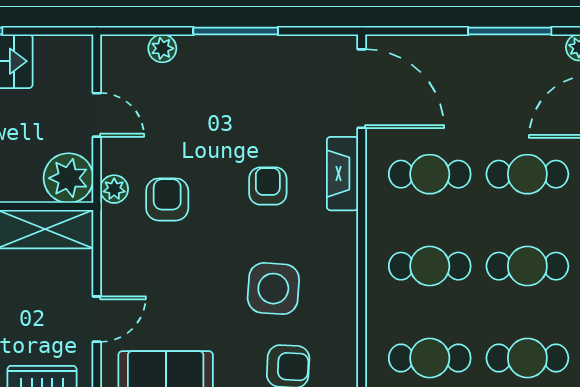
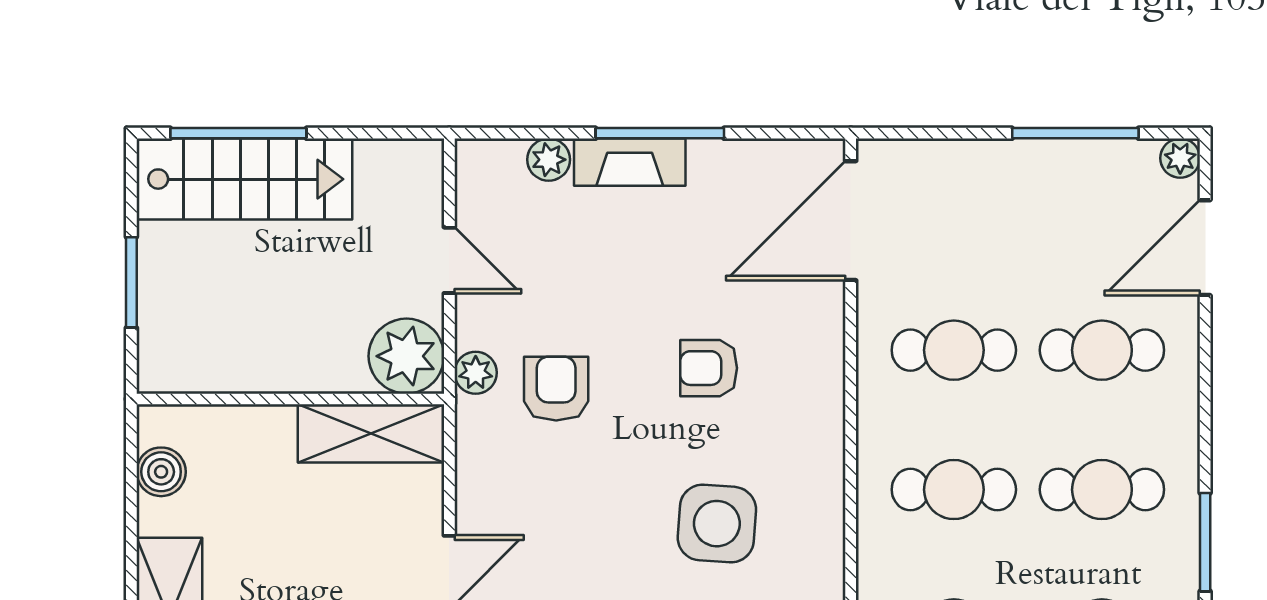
door: (362, 89) -> (851, 221), swing flipped
fireplace: (342, 174) -> (630, 162), moved, turned -90
armchair: (268, 186) -> (709, 368), turned -90

